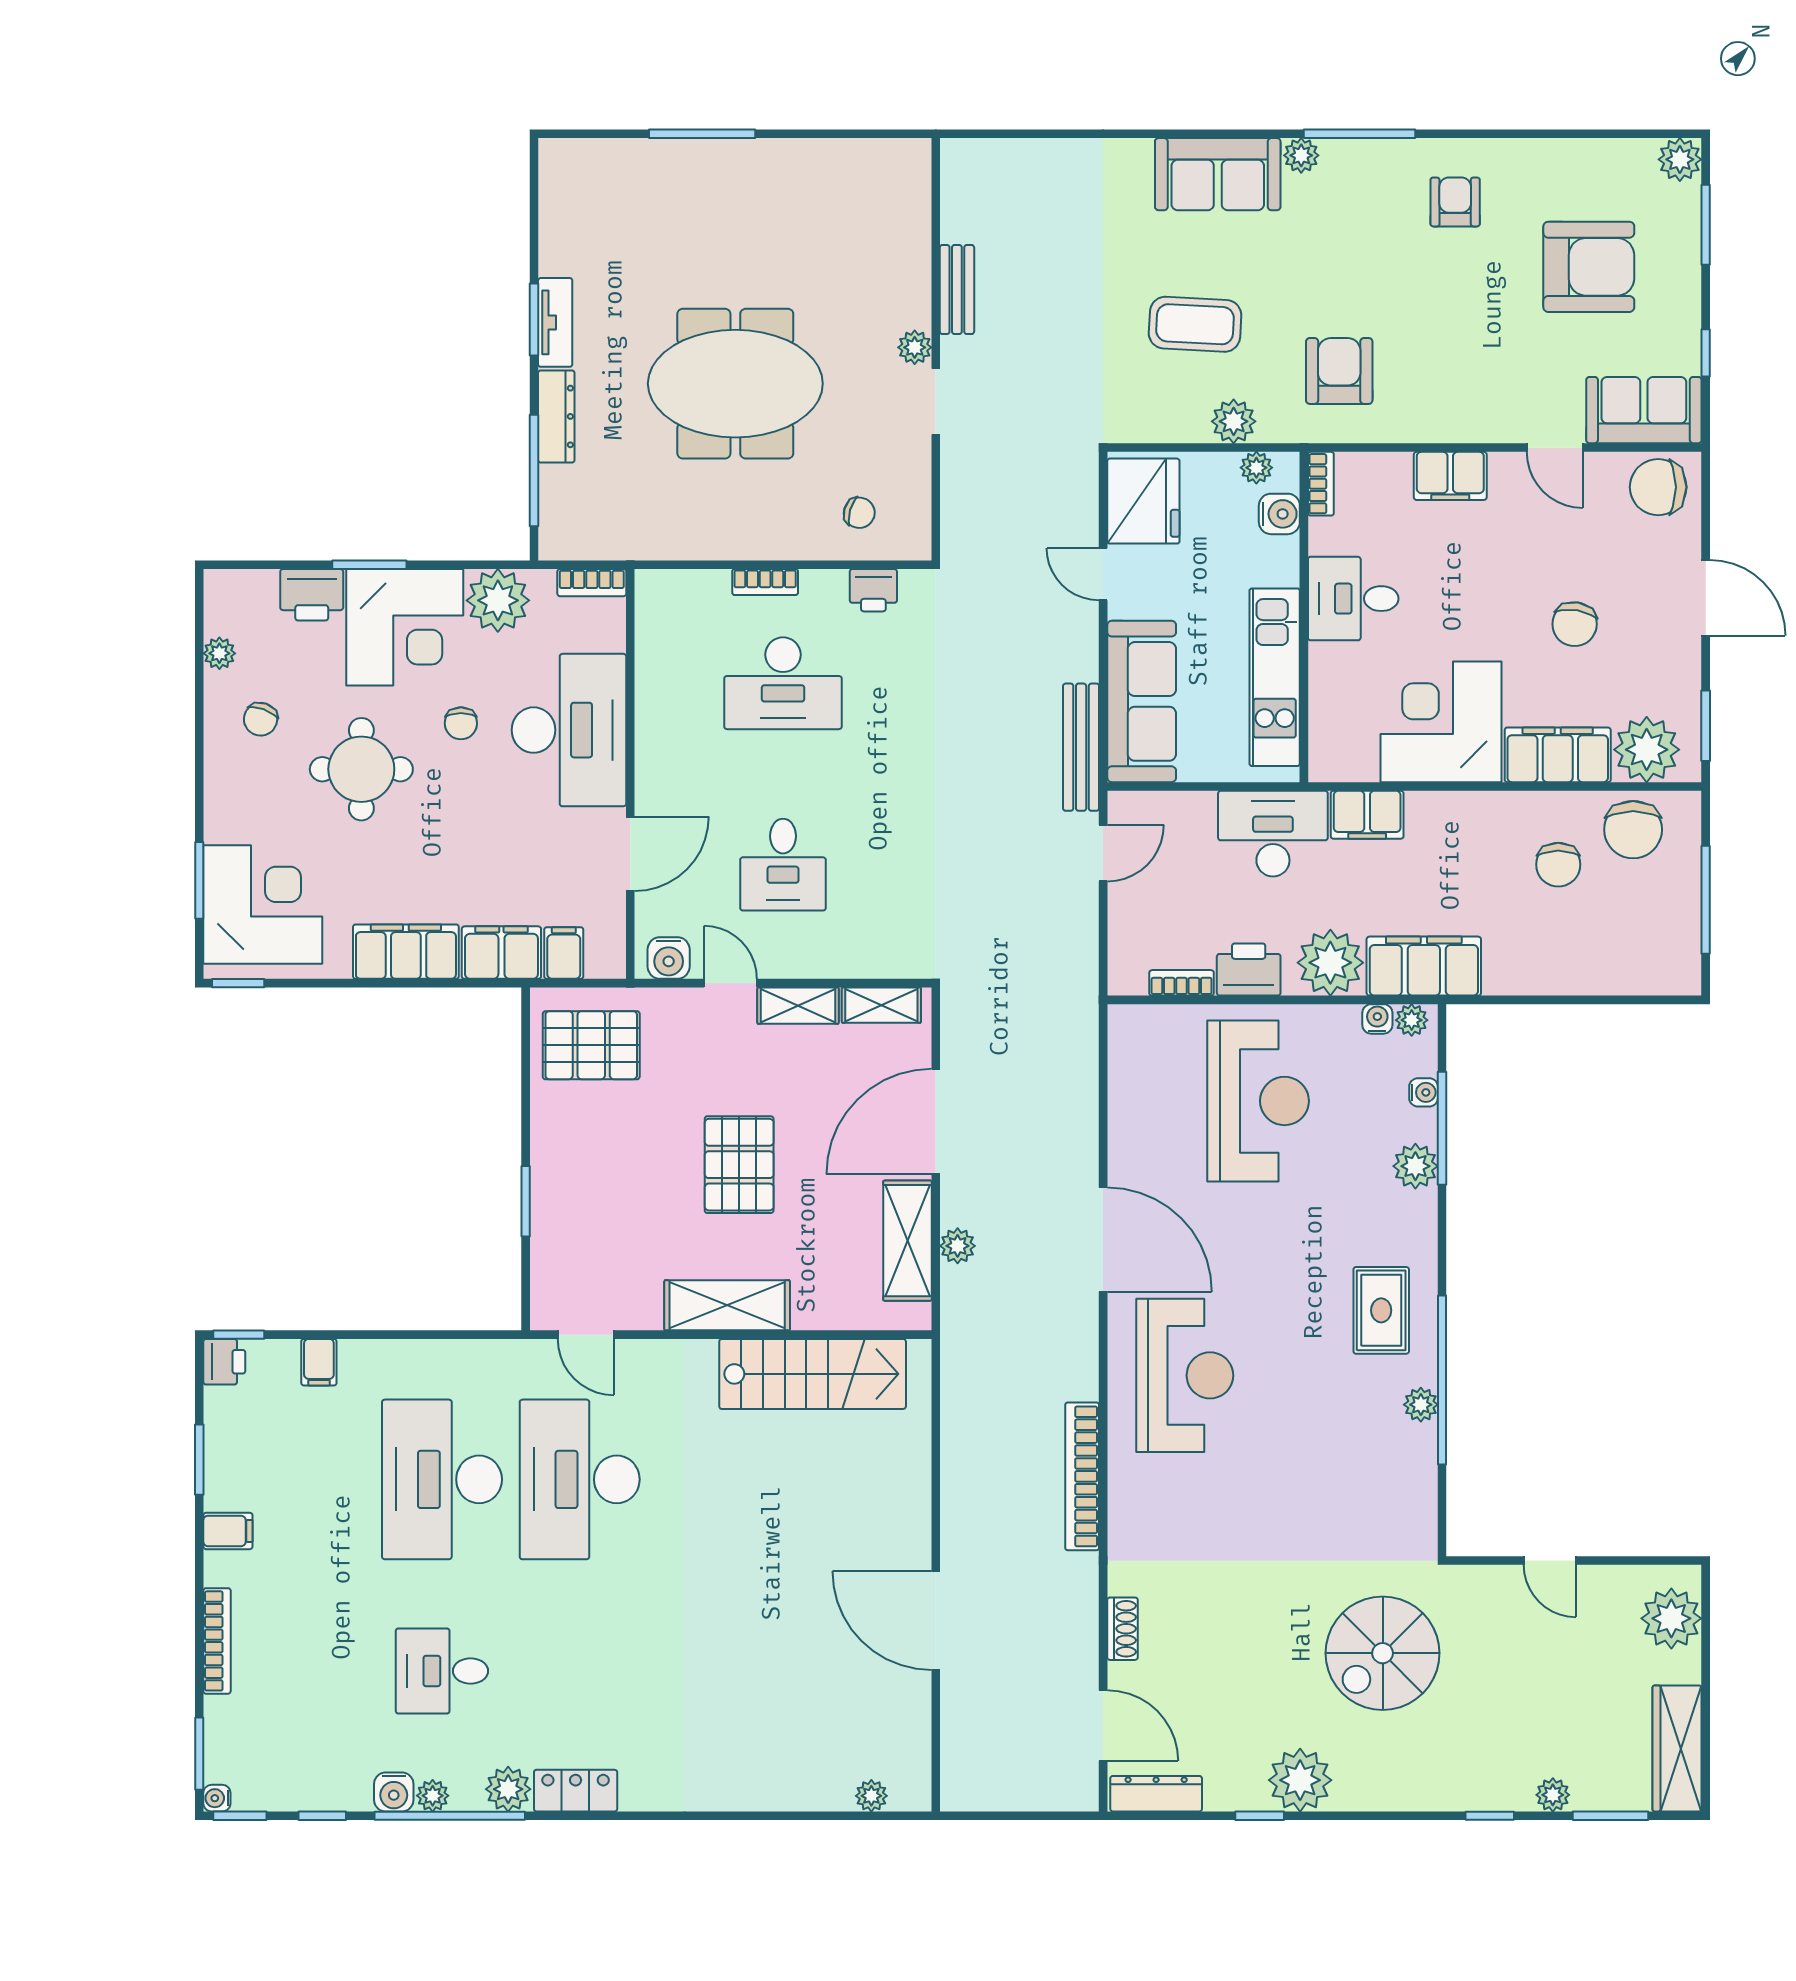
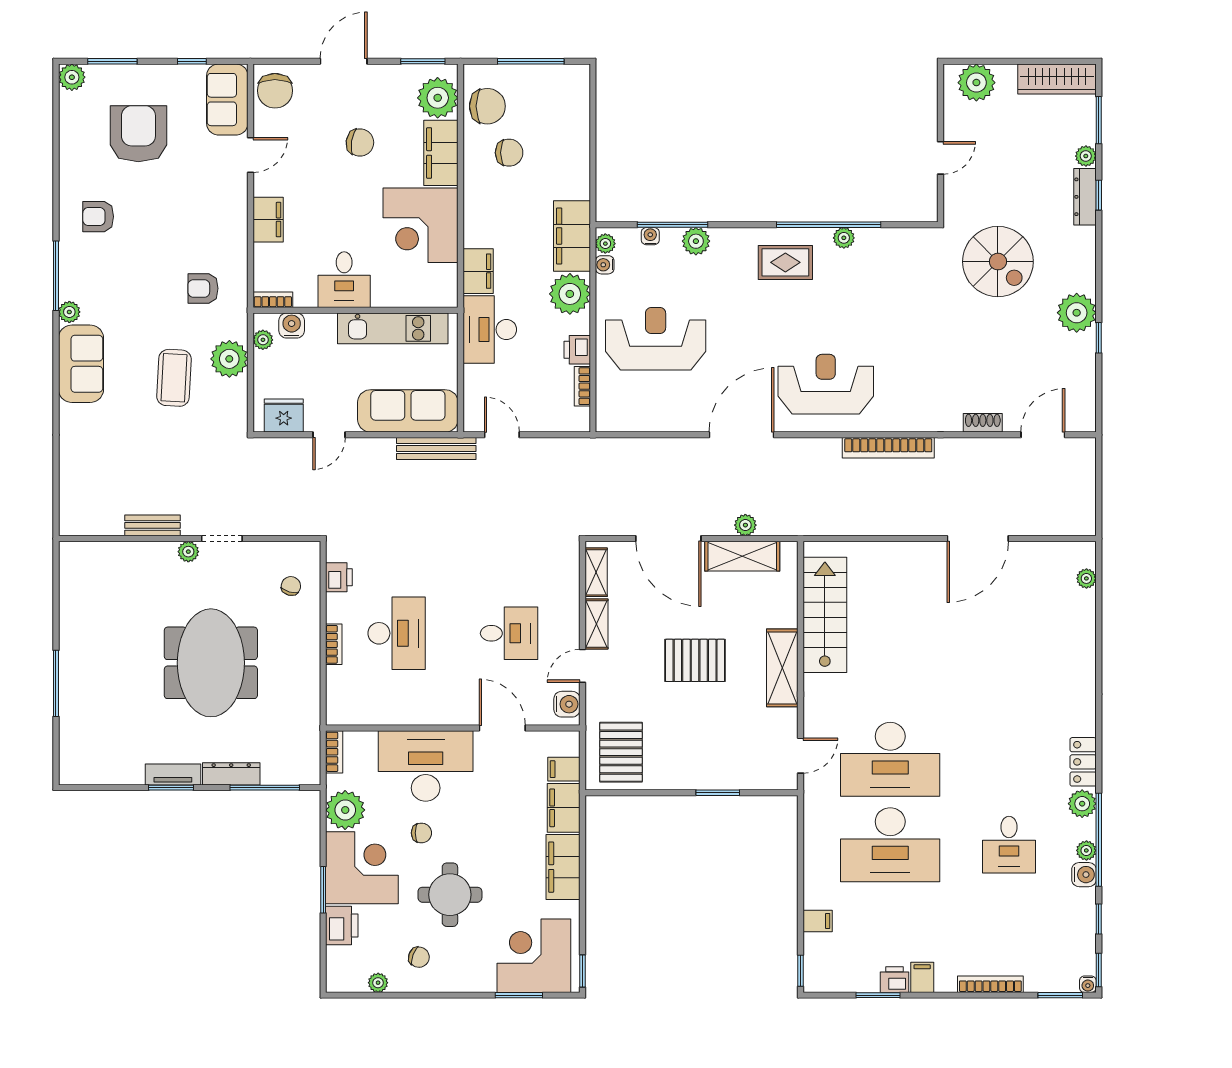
armchair: (1339, 371) -> (203, 288), width x0.72, depth x0.72
plant: (1234, 421) -> (229, 359), width x1.36, depth x1.36
fridge: (1143, 501) -> (284, 415), width x0.73, depth x0.75
printer: (1249, 969) -> (577, 350), width x0.73, depth x0.81
printer: (224, 1362) -> (894, 980), moved
dresser: (1156, 1794) -> (1085, 197), moved

